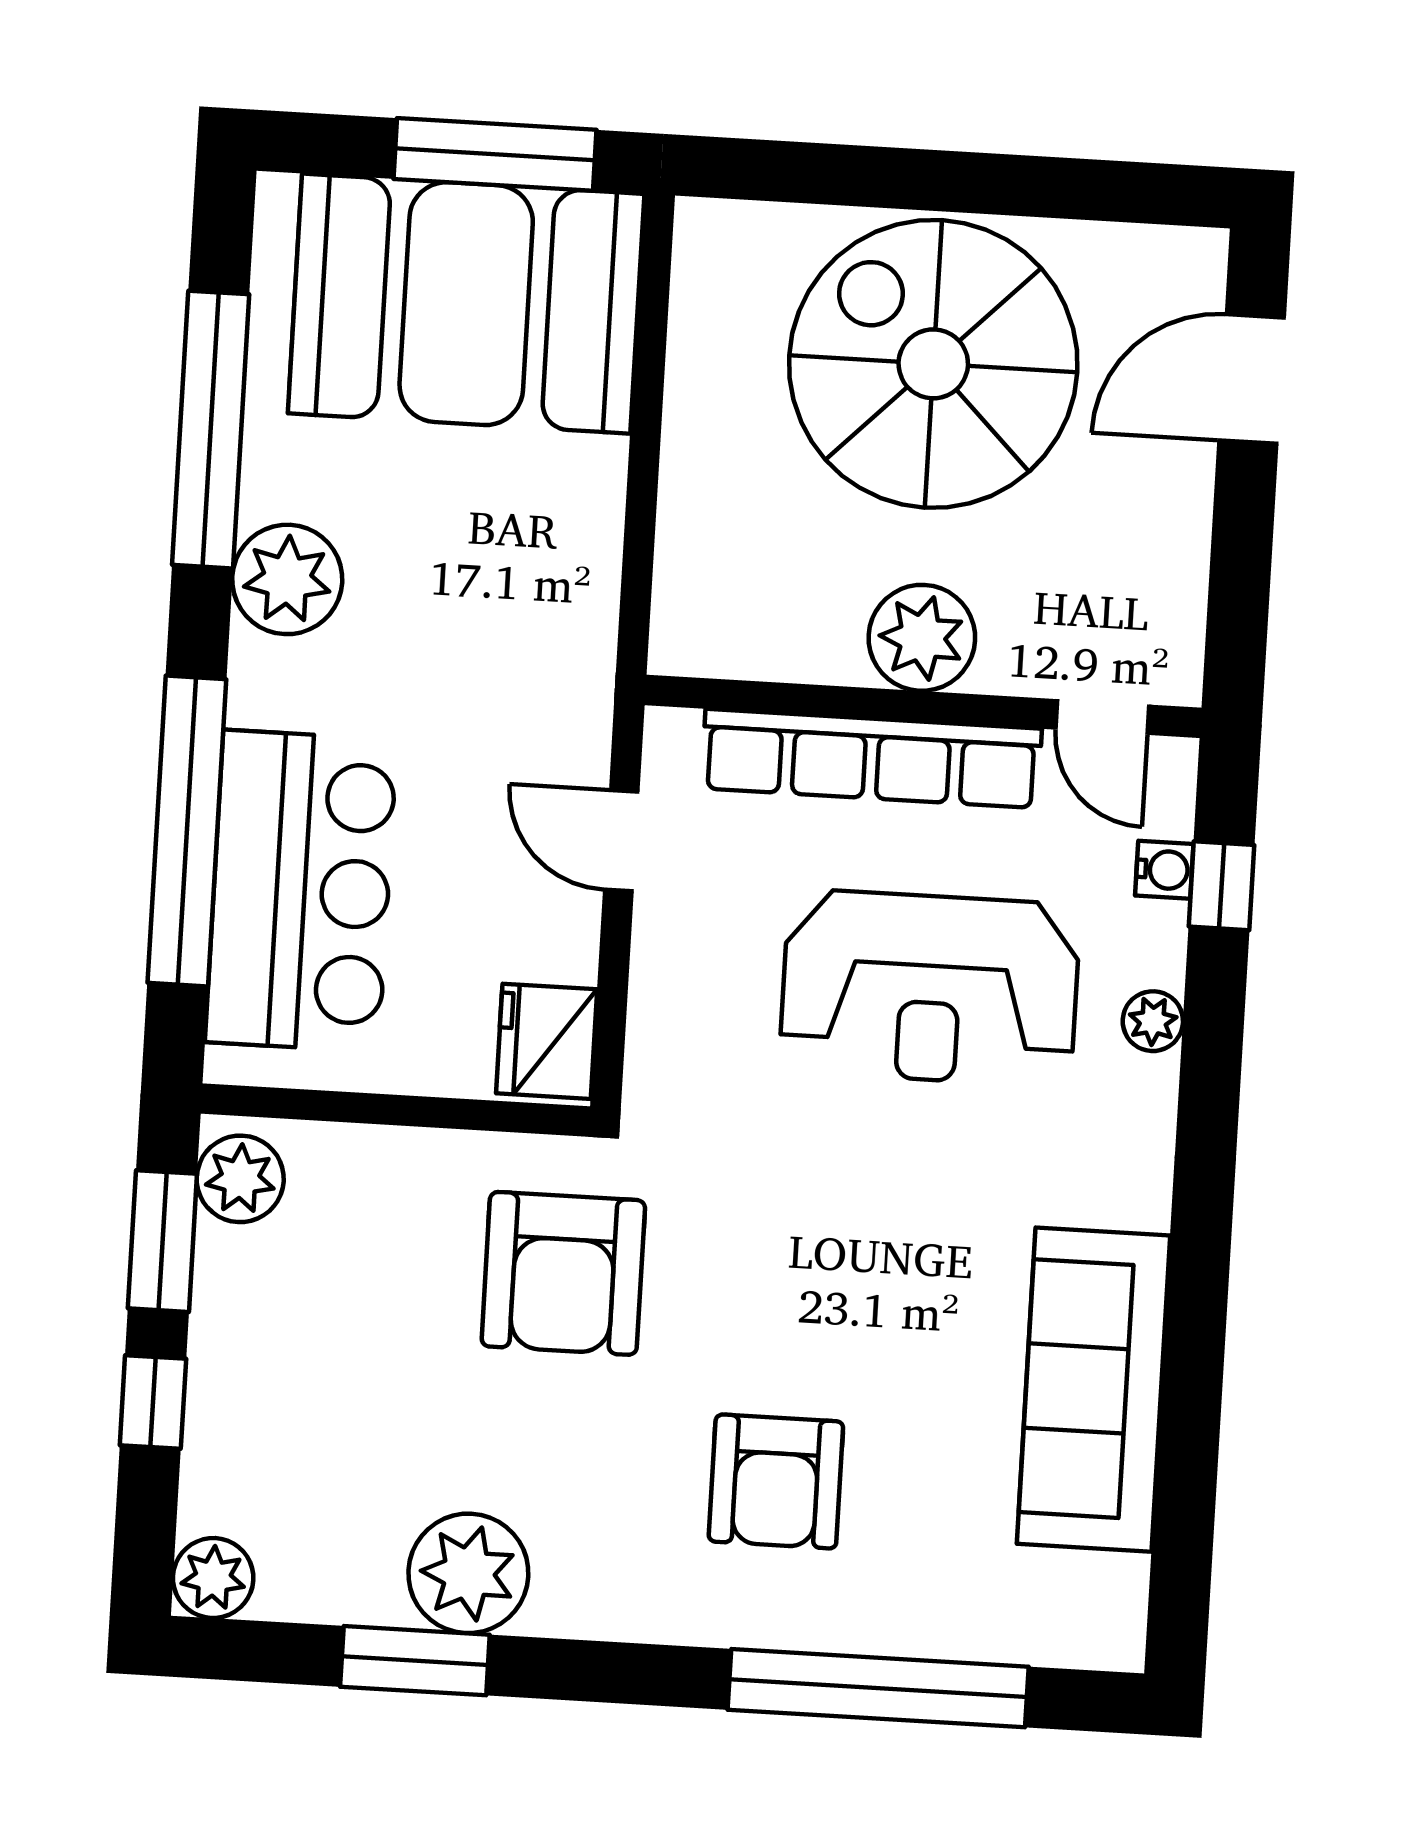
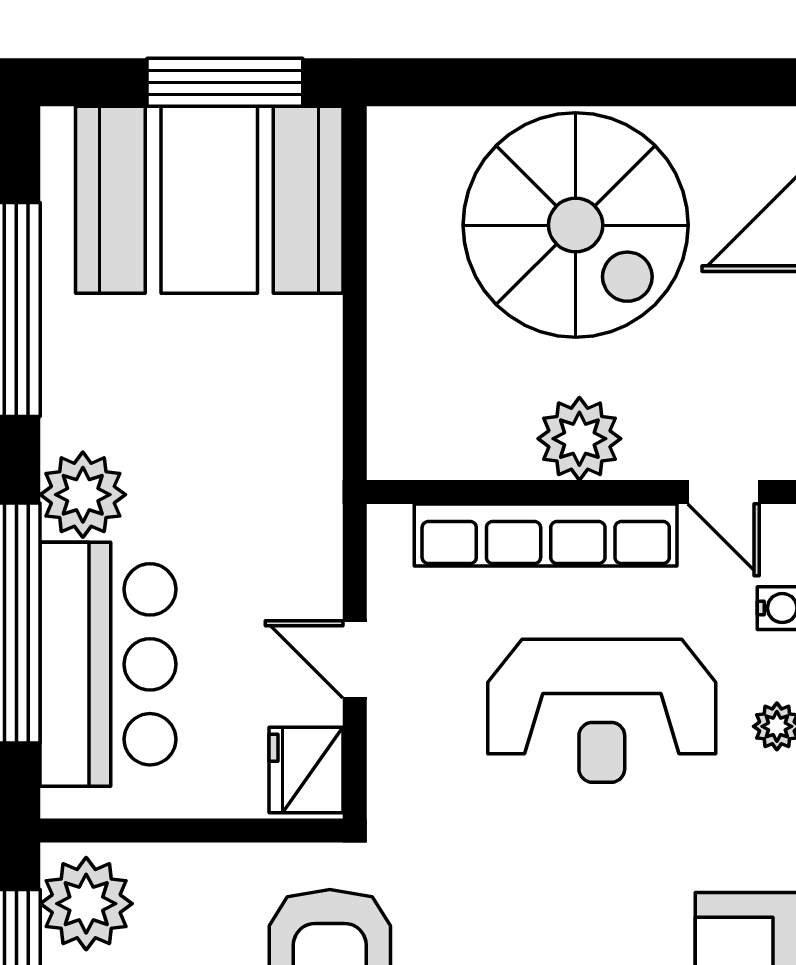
spiral stairs: (933, 364) -> (576, 225), turned 180
plant: (287, 579) -> (83, 495), moved
door: (621, 841) -> (355, 659), moved
plant: (240, 1179) -> (86, 904), width x1.36, depth x1.36

